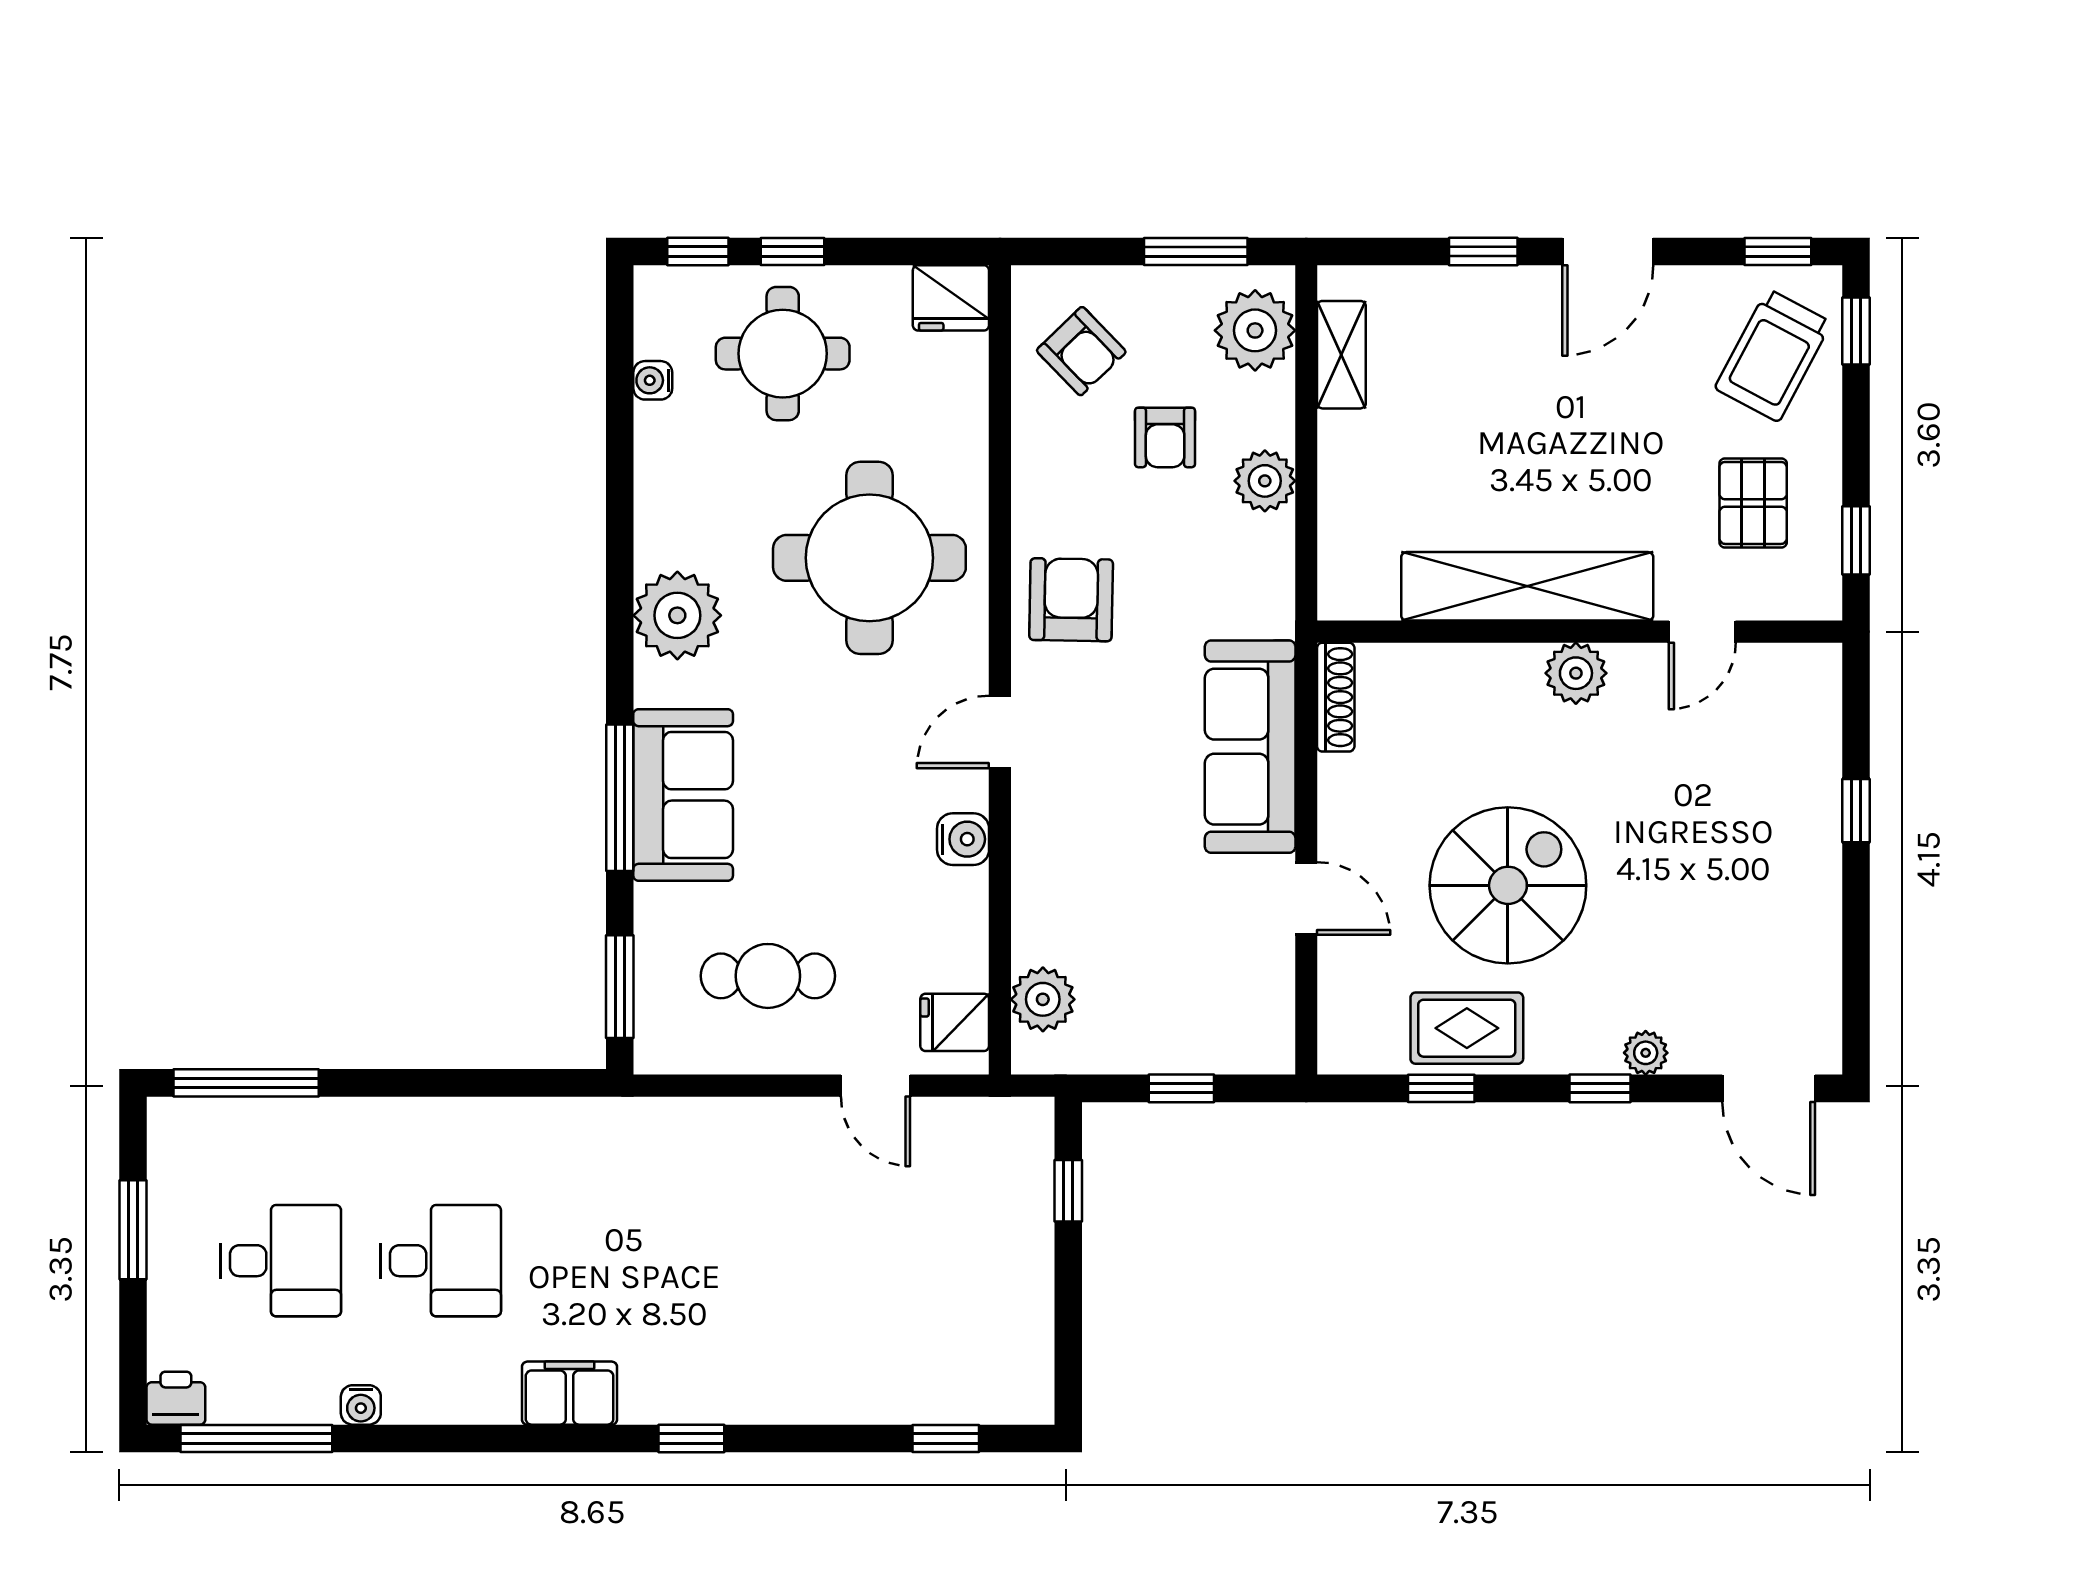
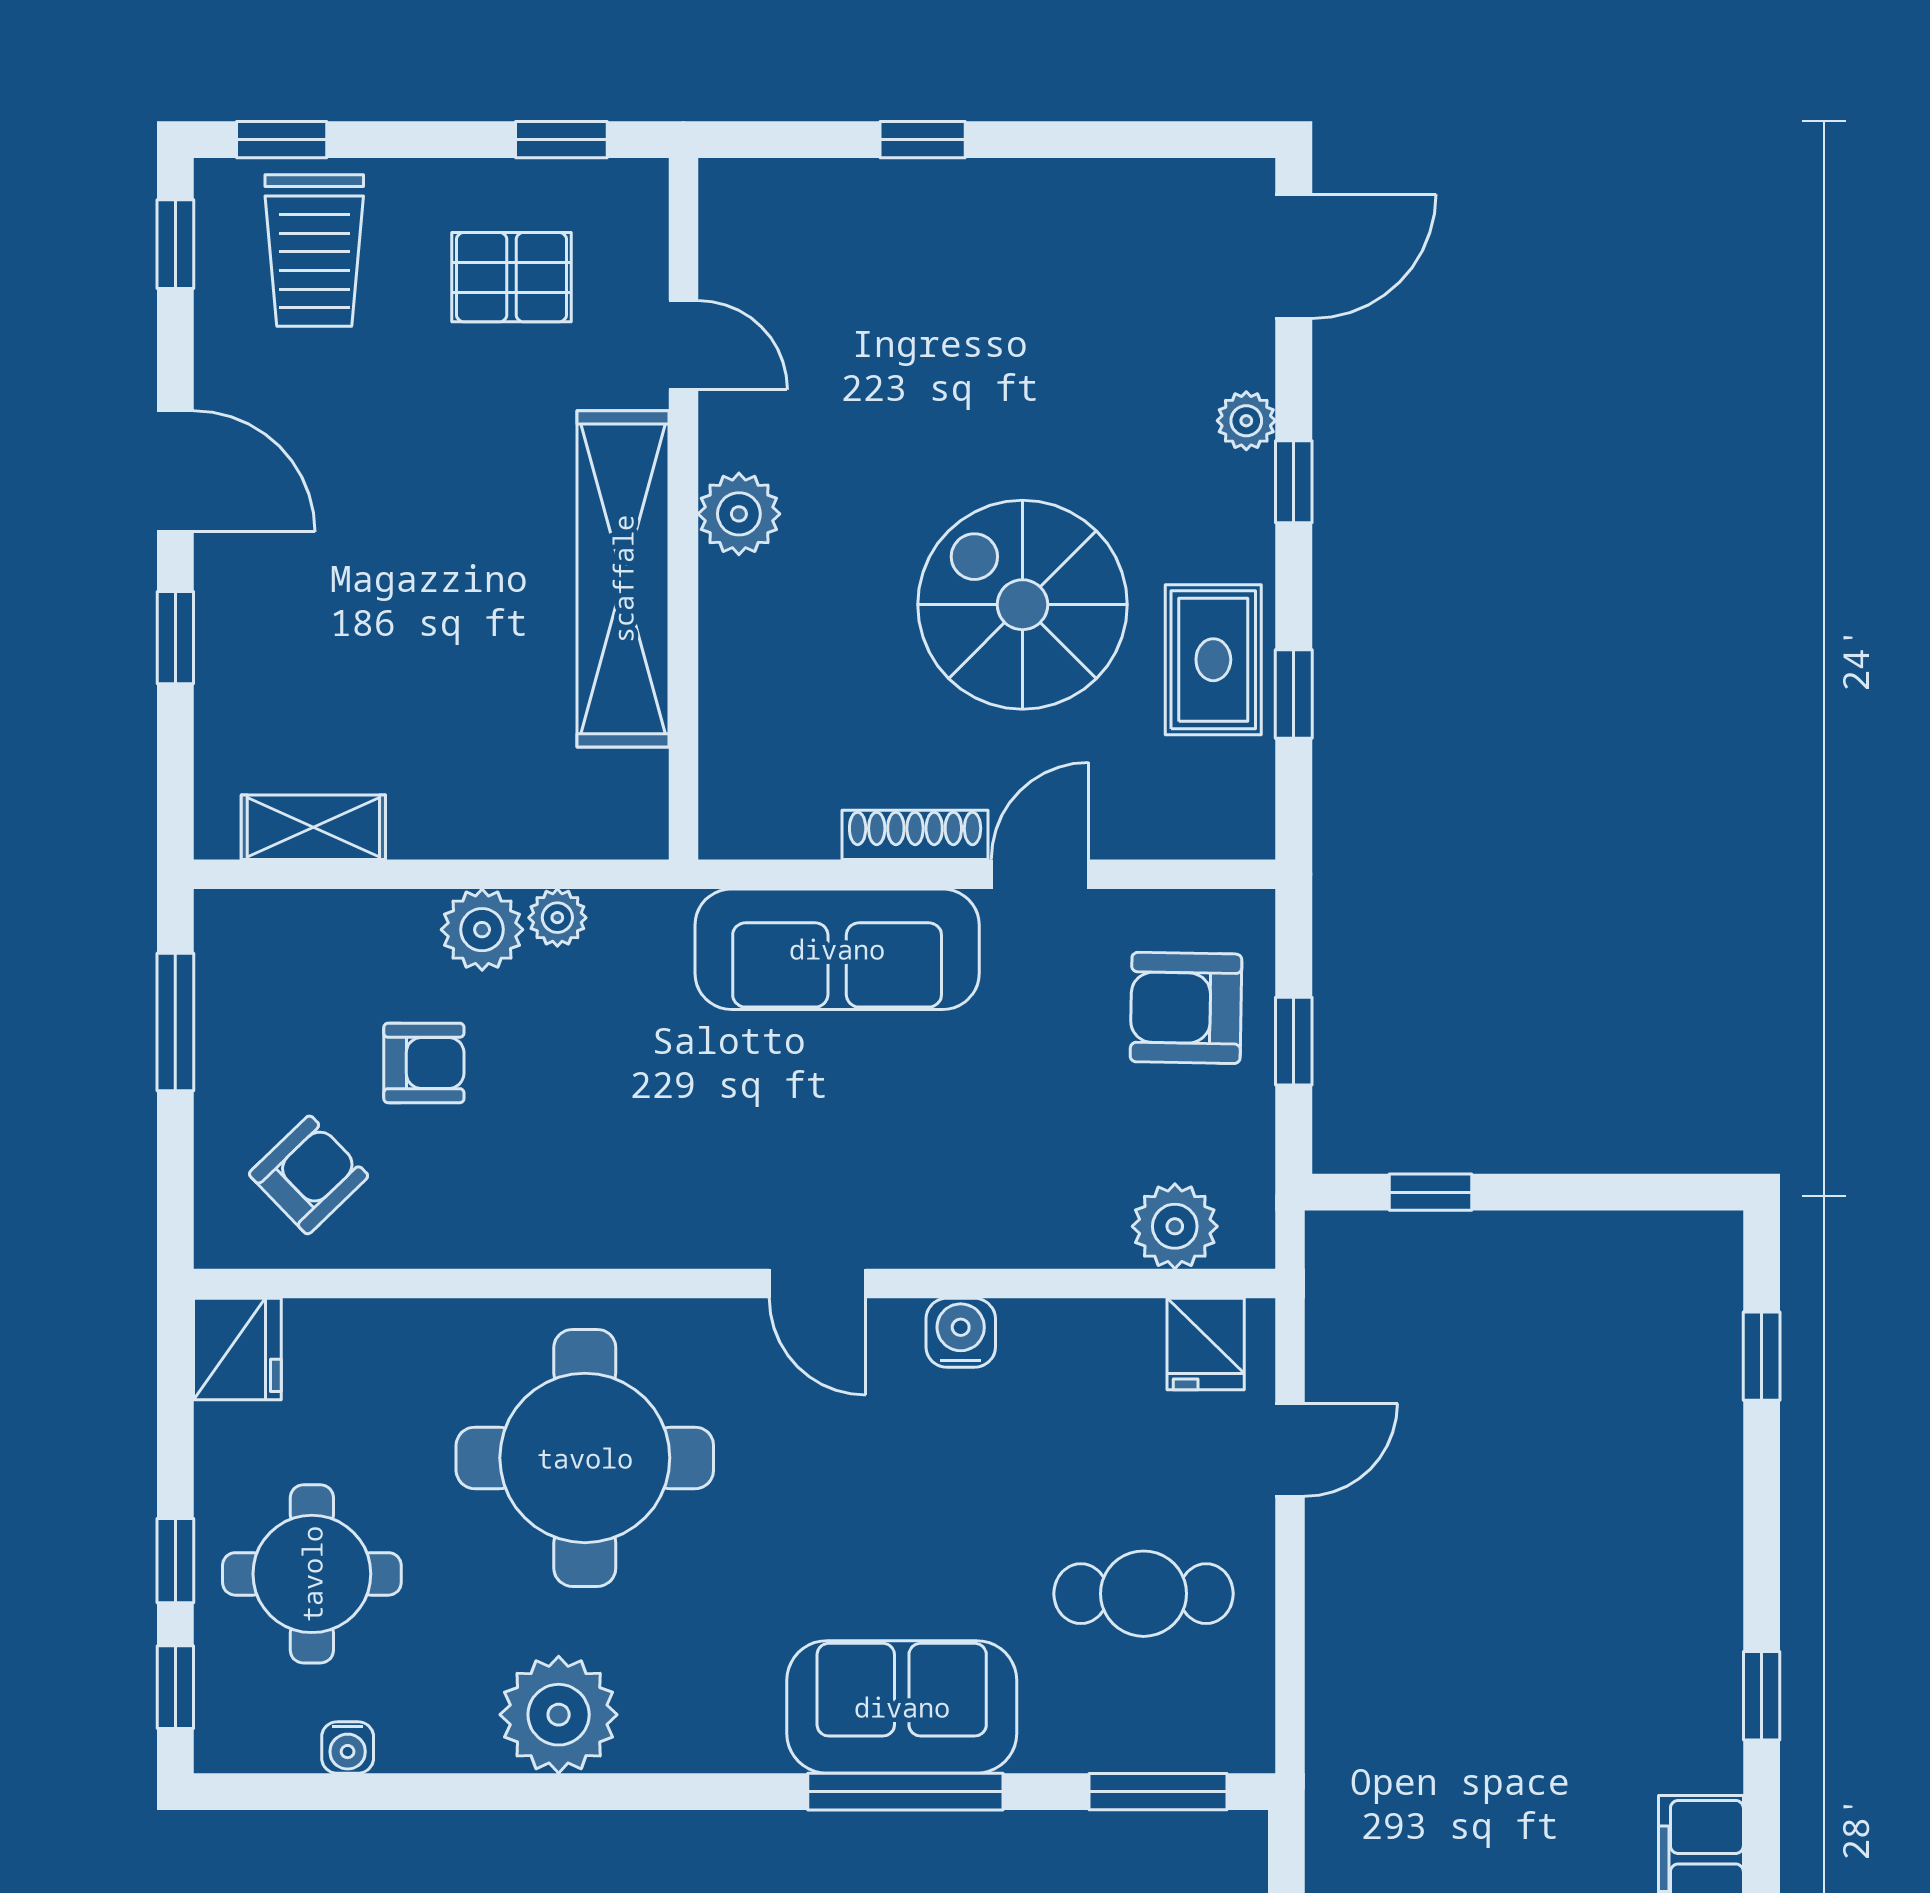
plant: (1255, 330) -> (557, 918), moved, width x0.53, depth x0.53
trolley: (1773, 355) -> (314, 250), turned 62
armchair: (1071, 600) -> (1186, 1008), moved
plant: (677, 615) -> (559, 1715), moved
shoe rack: (1336, 697) -> (915, 835), moved
cafe table: (768, 976) -> (1144, 1594), turned 90

